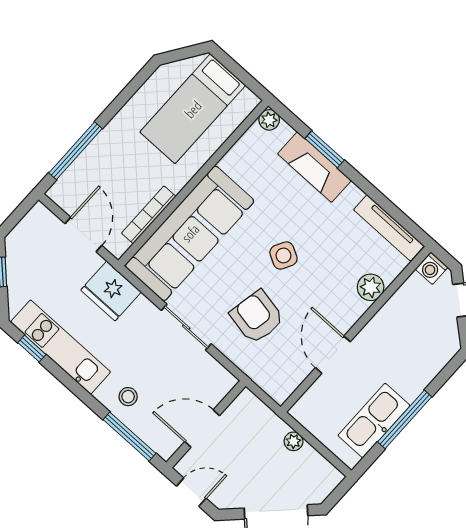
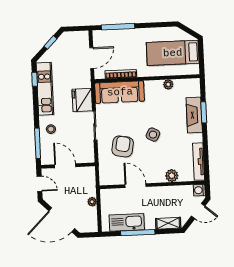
plant: (269, 120) -> (168, 84), moved
sofa: (190, 233) -> (120, 92), width x0.74, depth x0.79
fridge: (111, 291) -> (82, 100), moved
door: (333, 355) -> (135, 186), hinge flipped
shelving: (435, 361) -> (168, 223), added

